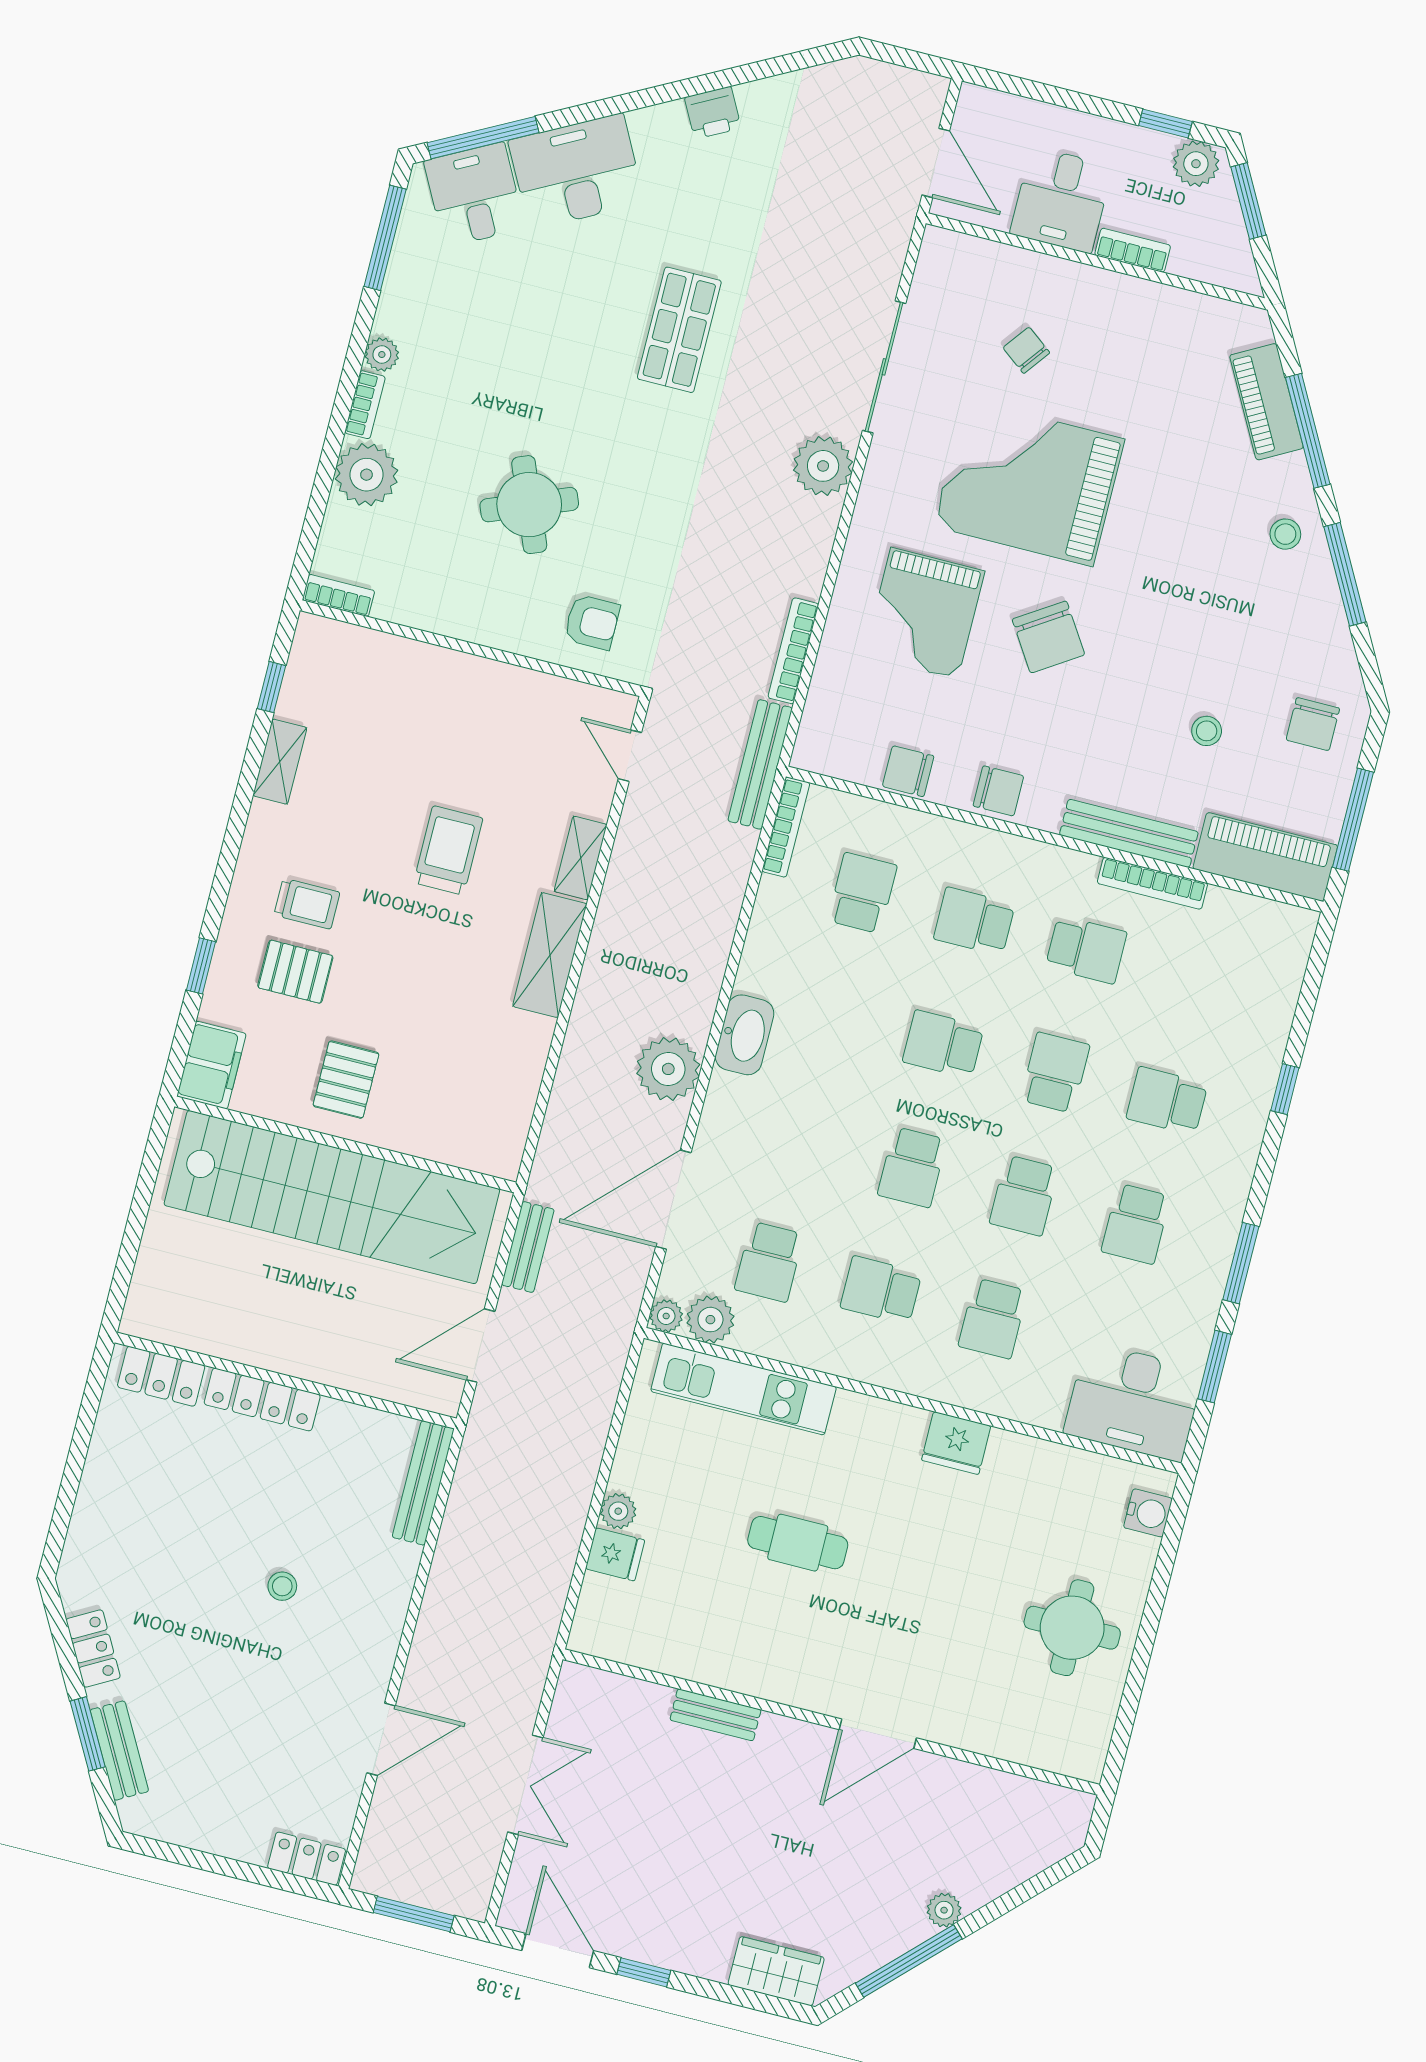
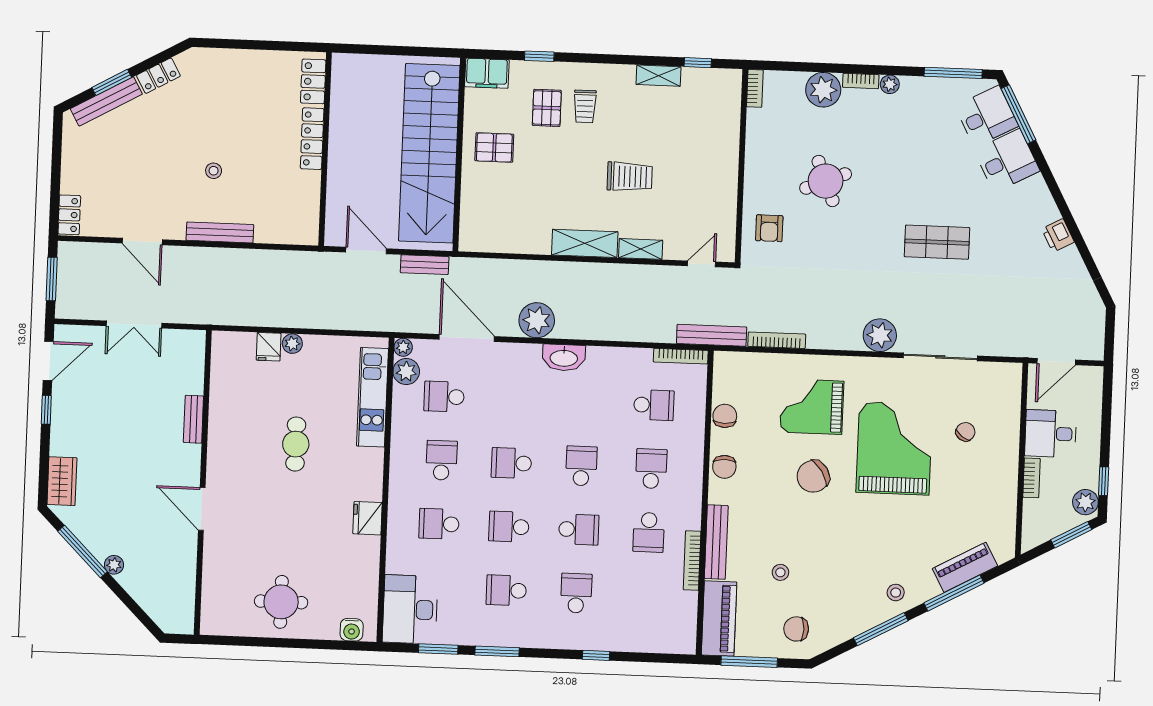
desk: (576, 172) -> (1007, 161), width x0.73
bench: (423, 1483) -> (220, 232), moved
bench: (119, 1751) -> (106, 101), width x1.36

